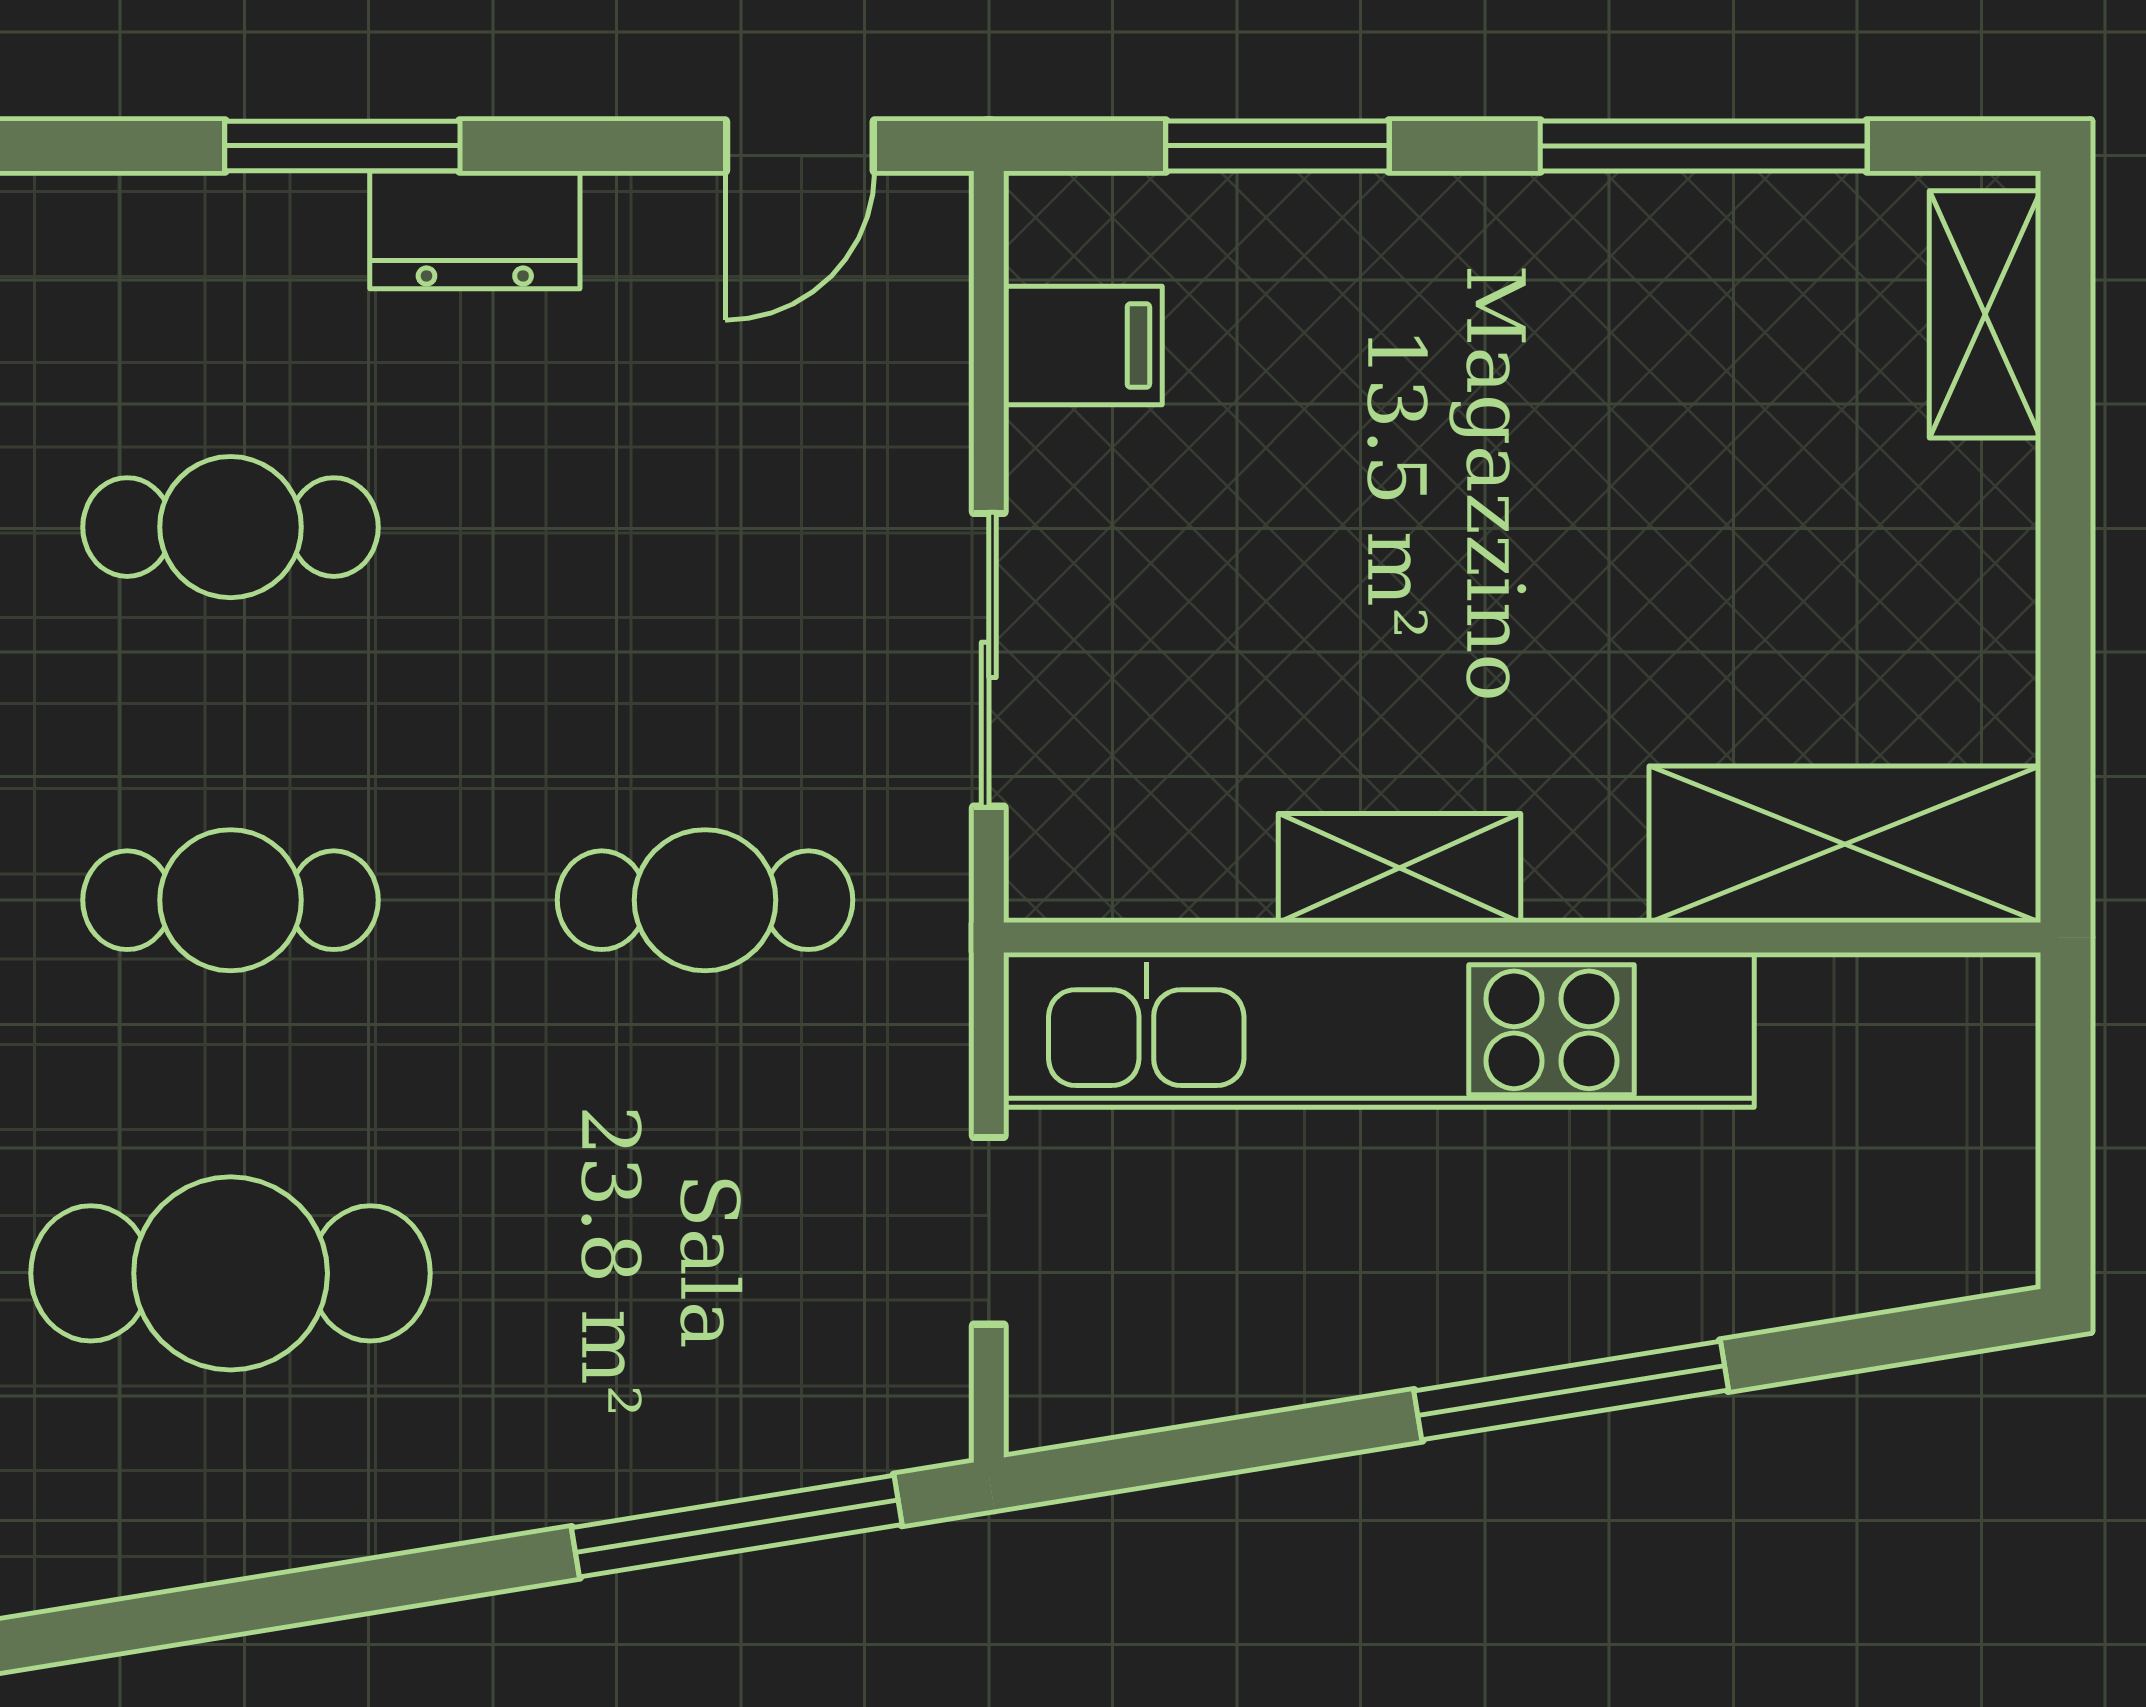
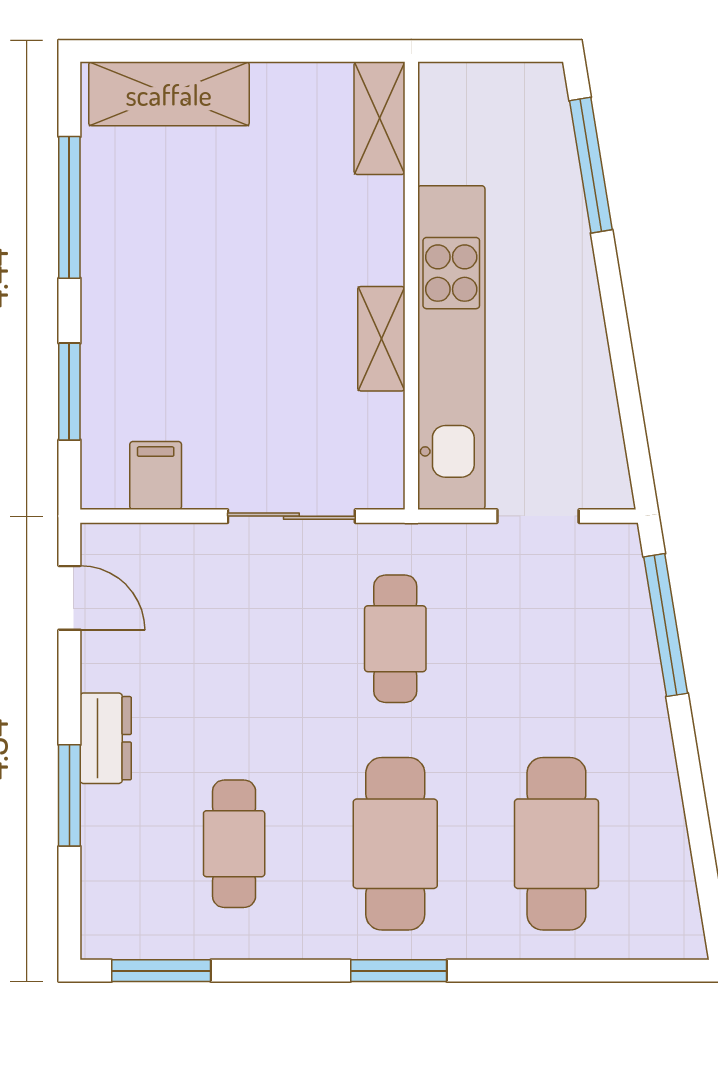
shelving: (1985, 314) -> (169, 94), width x1.50, depth x1.33
shelving: (1845, 844) -> (380, 118), width x0.67, depth x0.75
cafe table: (231, 900) -> (395, 844), width x1.37, depth x1.35
window: (1571, 1390) -> (591, 165), moved

